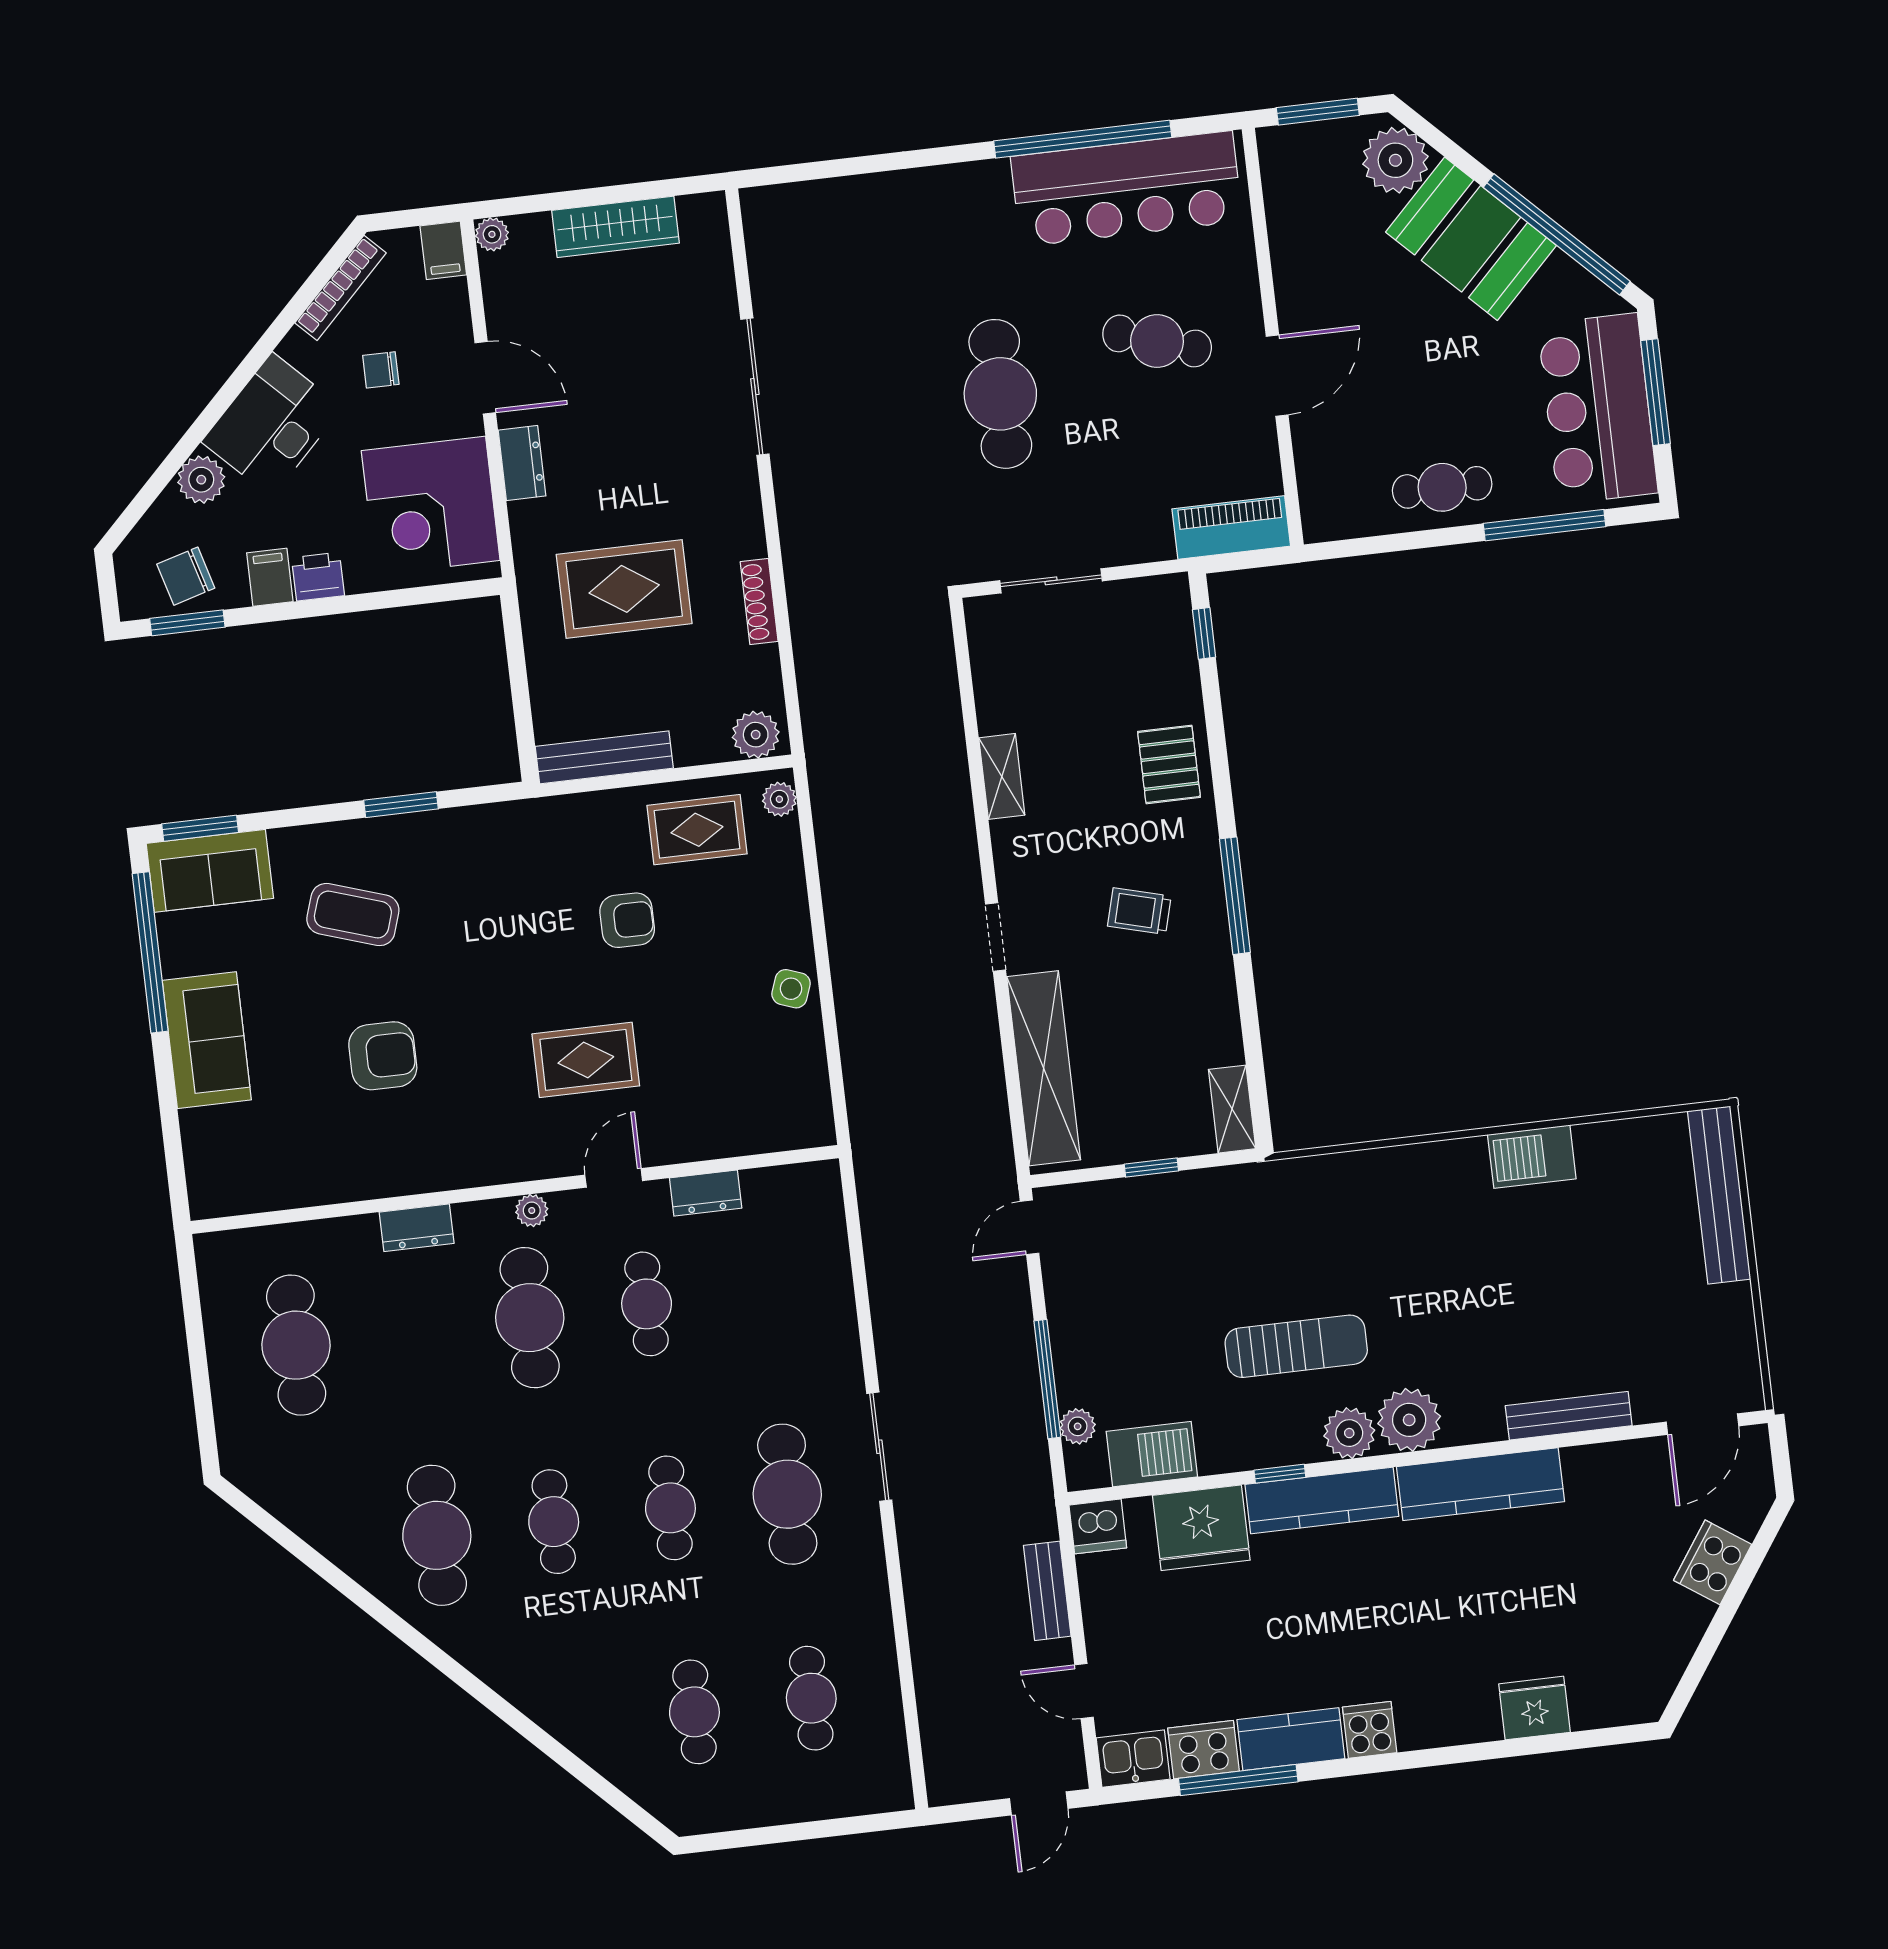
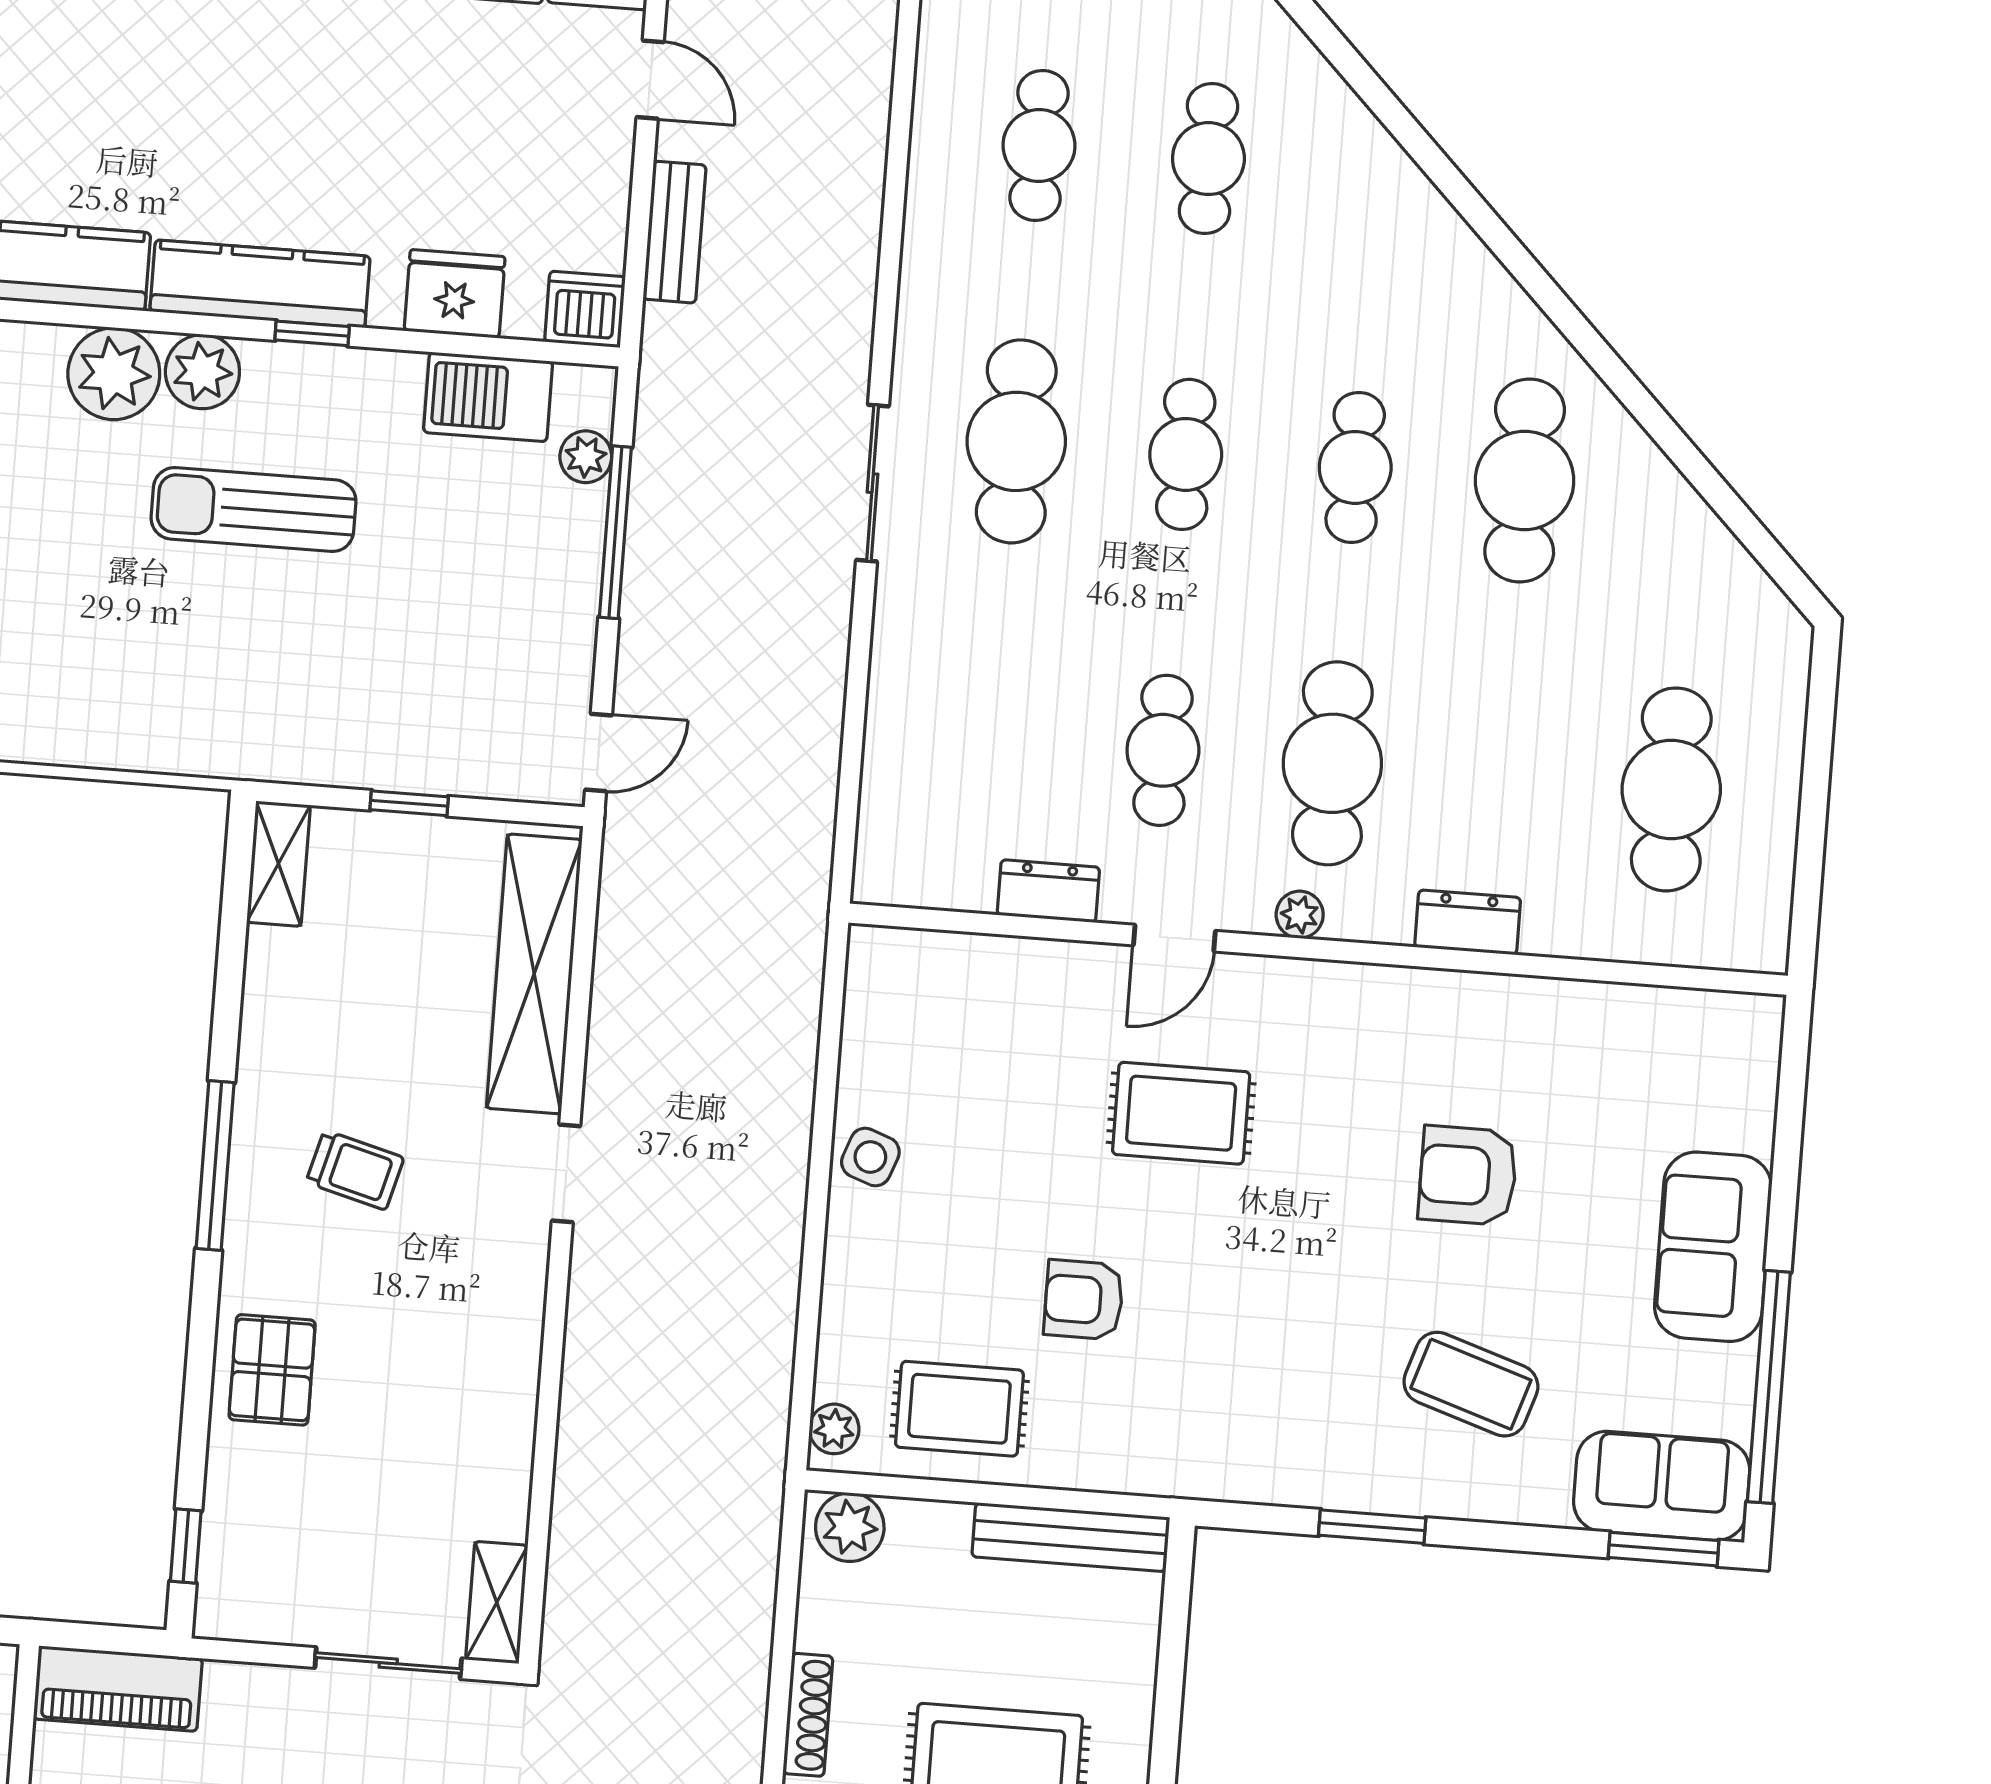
shelving: (1002, 776) -> (497, 1602), moved
fridge: (1201, 1528) -> (455, 294), width x0.73, depth x0.75

